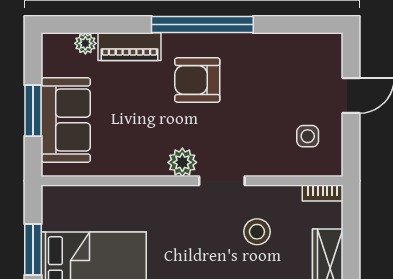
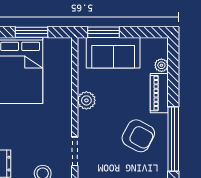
armchair: (197, 80) -> (138, 136), turned 118
window: (33, 111) -> (104, 32), moved
plant: (182, 162) -> (86, 100), moved

